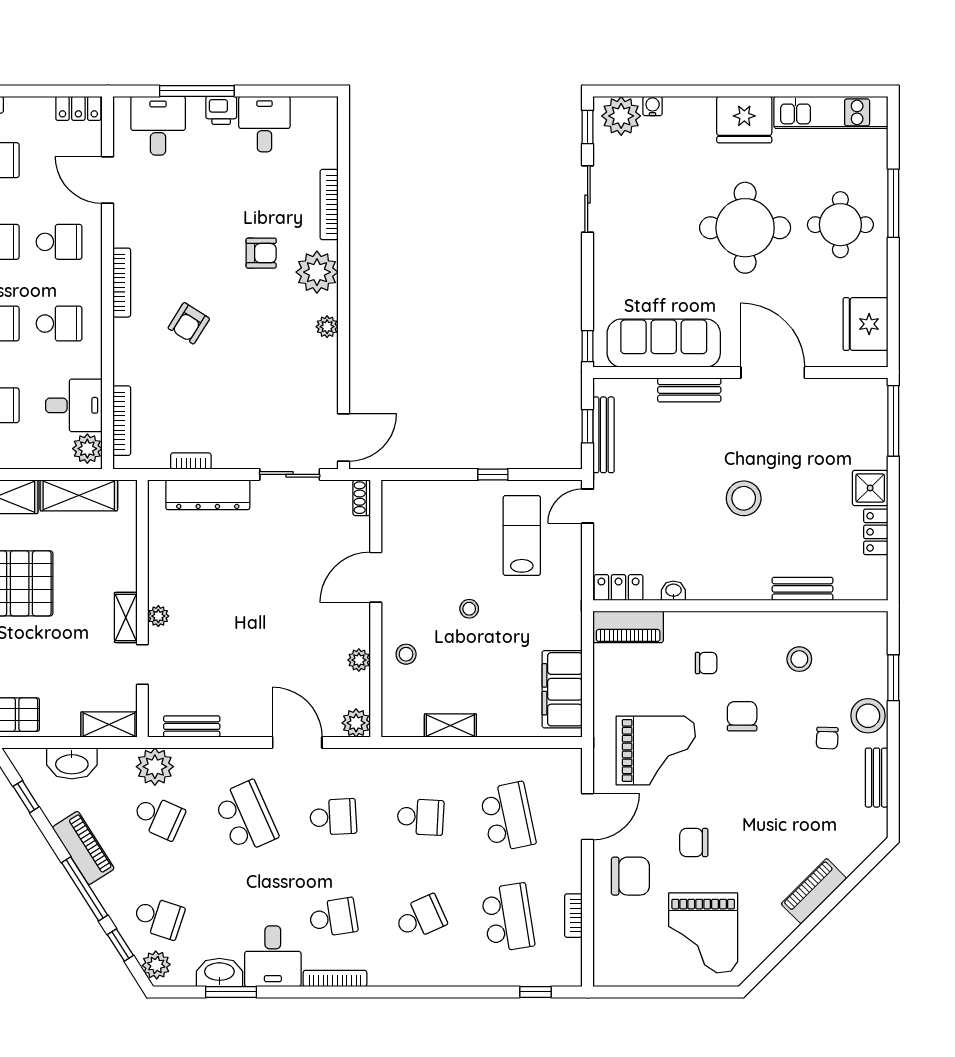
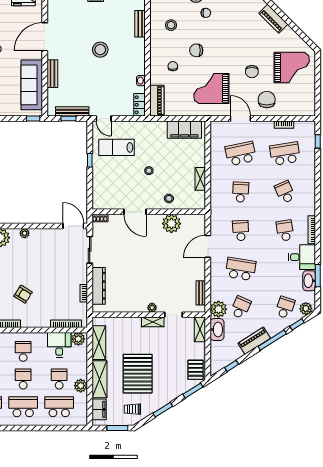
plant: (359, 660) -> (171, 224), width x1.88, depth x1.88
plant: (356, 723) -> (199, 220), removed
grand piano: (656, 750) -> (211, 88), turned -90
washbasin: (72, 763) -> (217, 329), moved
school desk: (246, 817) -> (241, 269), turned 33

